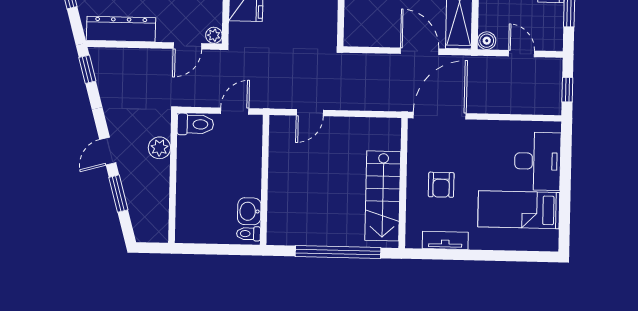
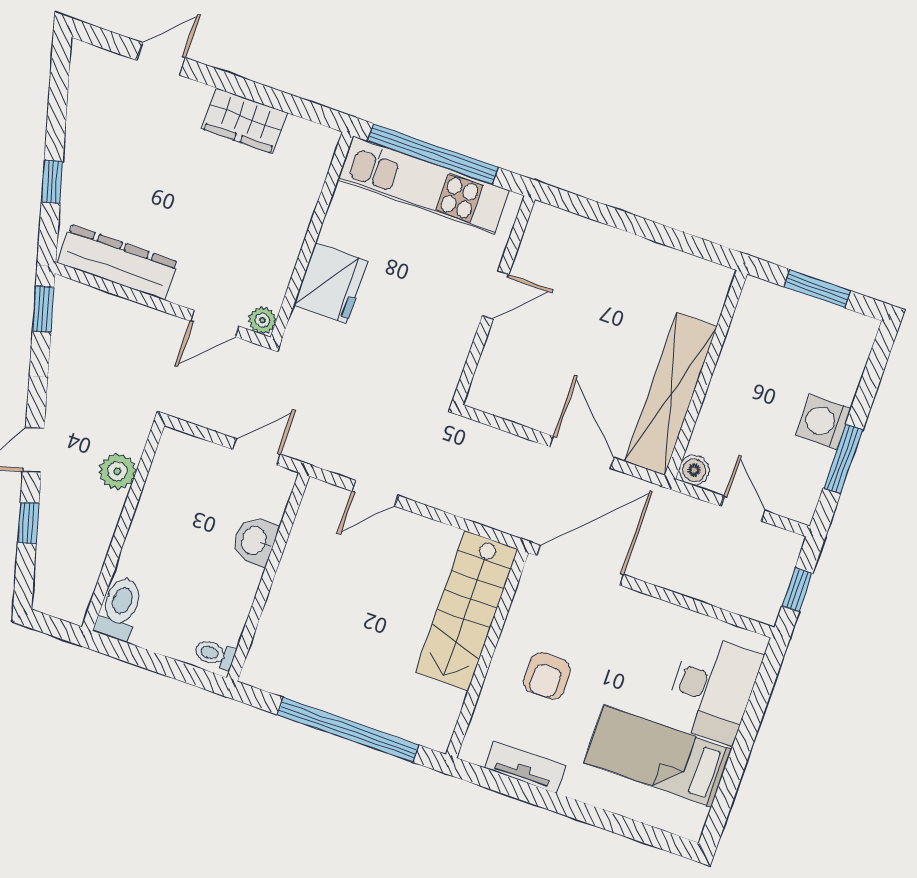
toilet: (195, 124) -> (120, 608), moved, turned -90
window: (118, 194) -> (28, 523), width x0.67
stairs: (383, 196) -> (467, 611), moved
washbasin: (249, 211) -> (255, 541), moved

